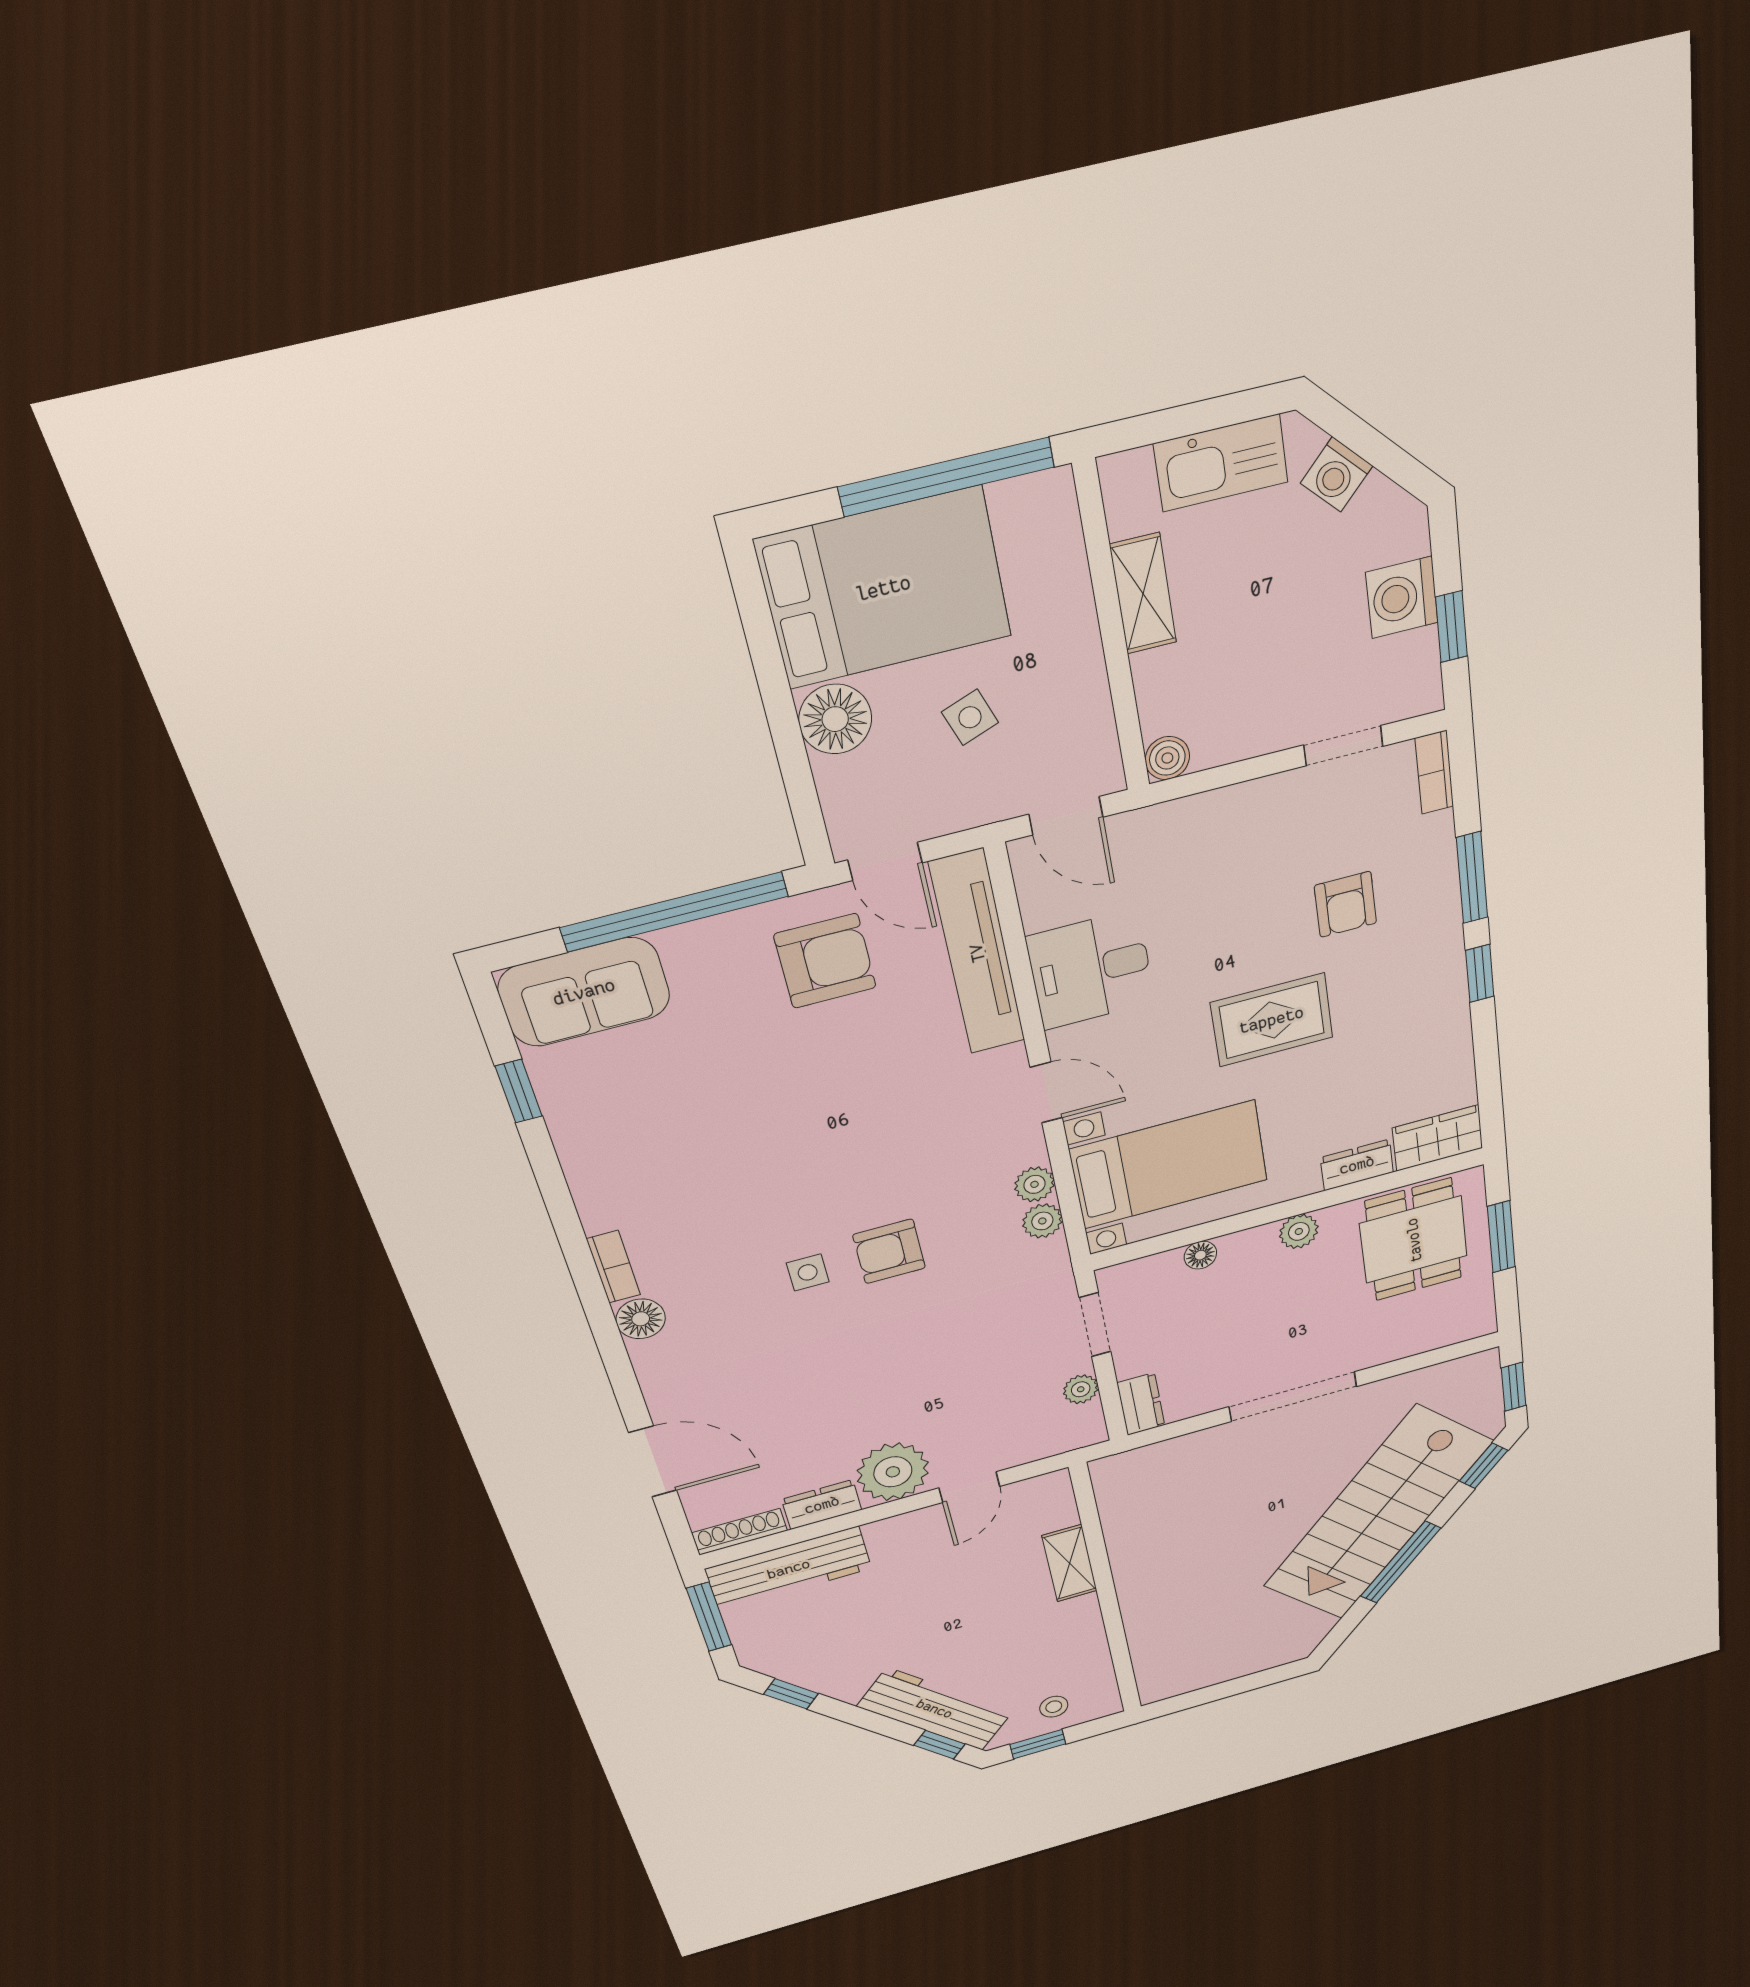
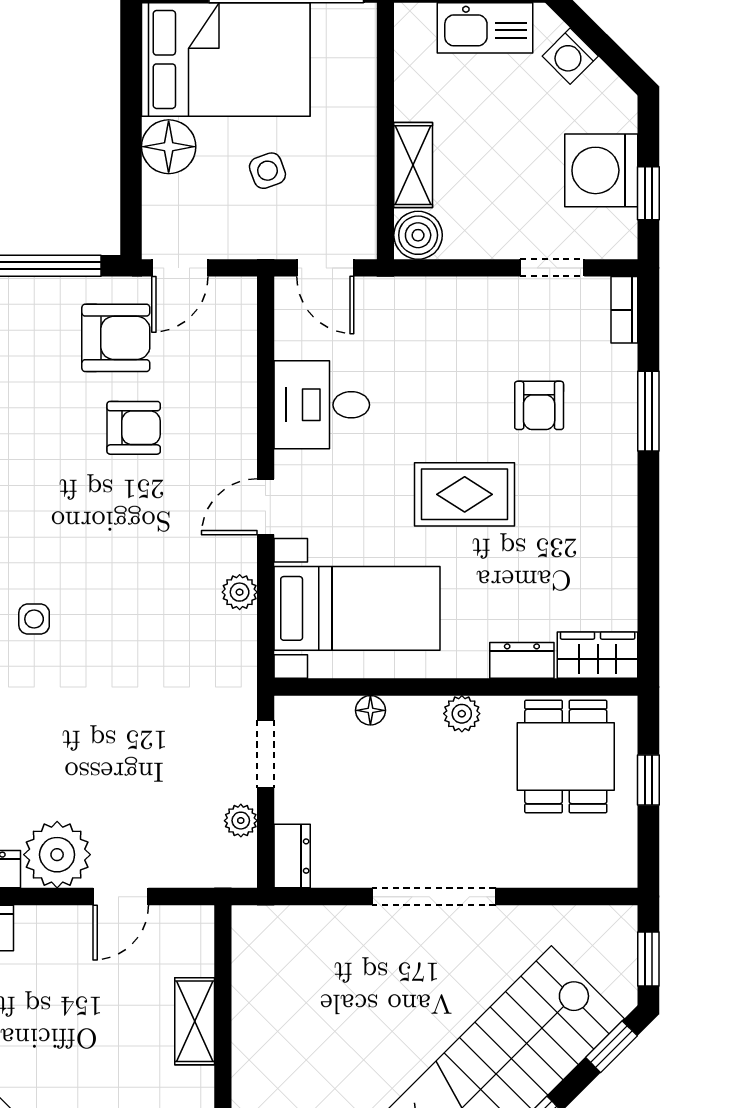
shelving: (1143, 594) -> (413, 165), moved
washing machine: (1402, 598) -> (601, 170), width x1.37, depth x1.37
boiler: (1167, 758) -> (418, 235), width x1.36, depth x1.36
door: (885, 861) -> (180, 268), hinge flipped
tv unit: (977, 953) -> (235, 364), removed
window: (1480, 973) -> (648, 502), removed
door: (1046, 1093) -> (266, 507), swing flipped
plant: (1042, 1221) -> (239, 631), removed
window: (1501, 1237) -> (648, 780), width x0.67
armchair: (889, 1251) -> (134, 428), moved, turned 180

